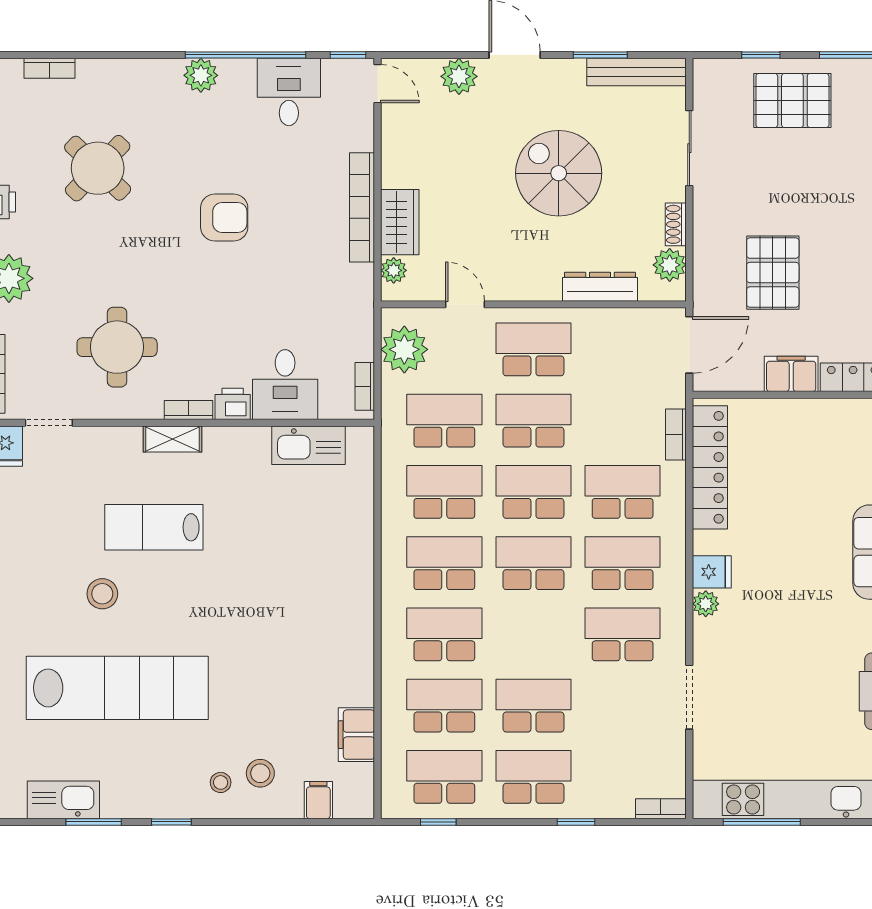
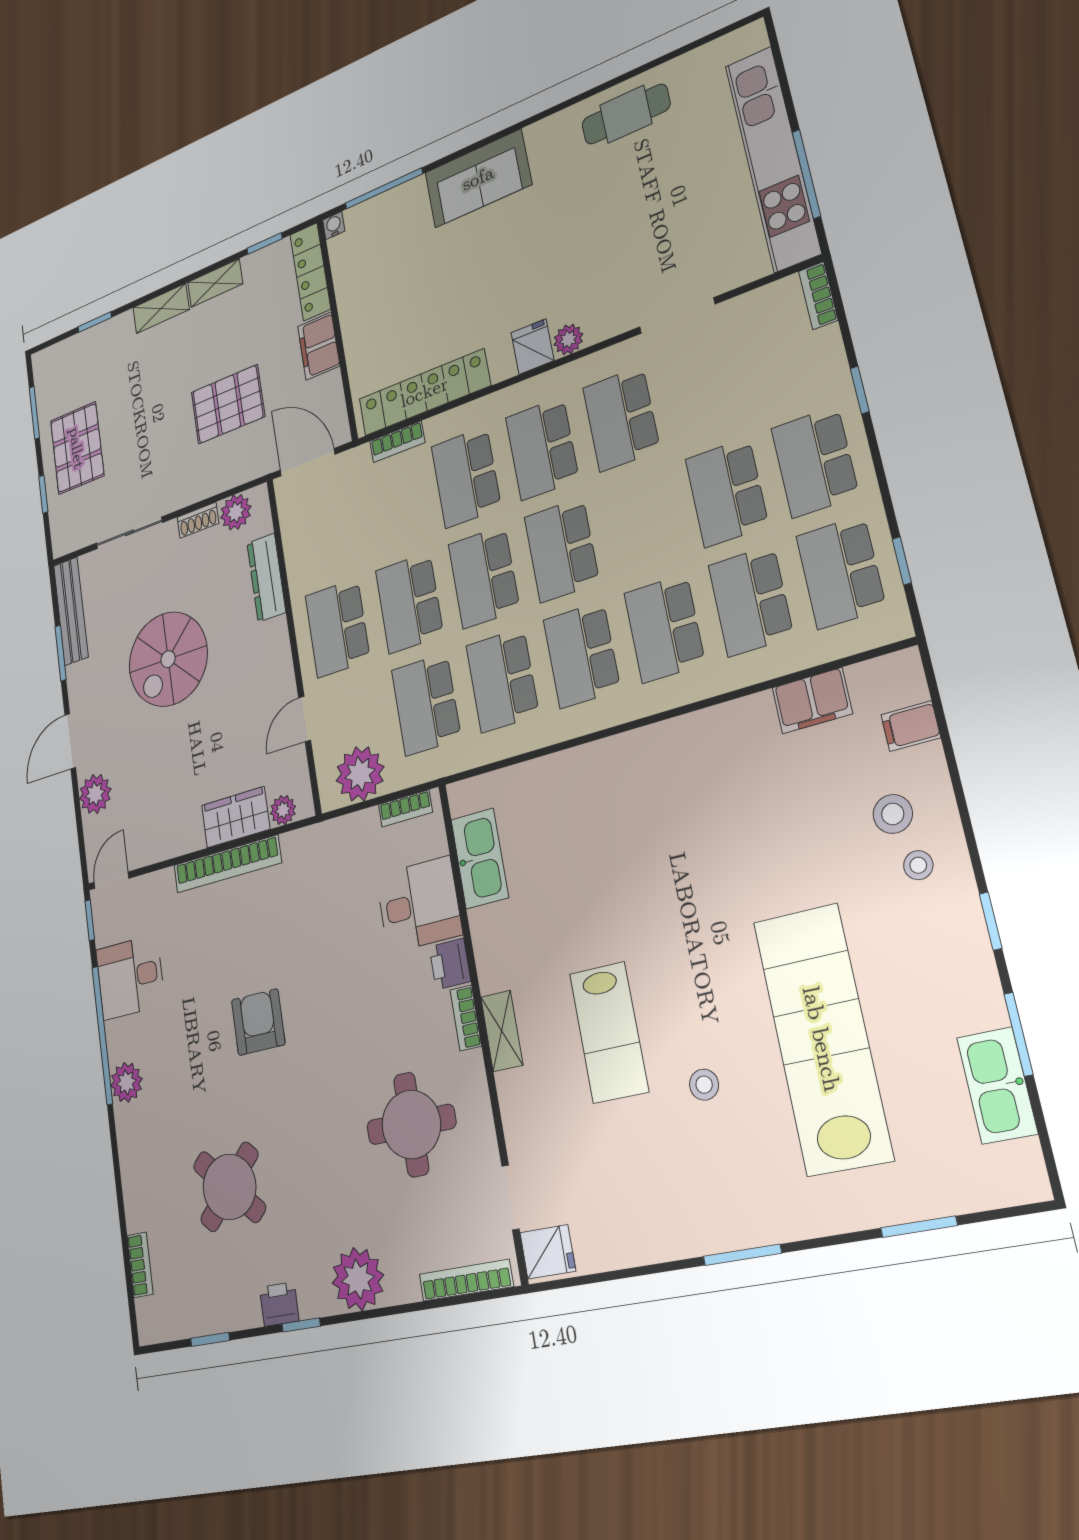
stool: (102, 594) -> (704, 1085), width x0.73, depth x0.73

